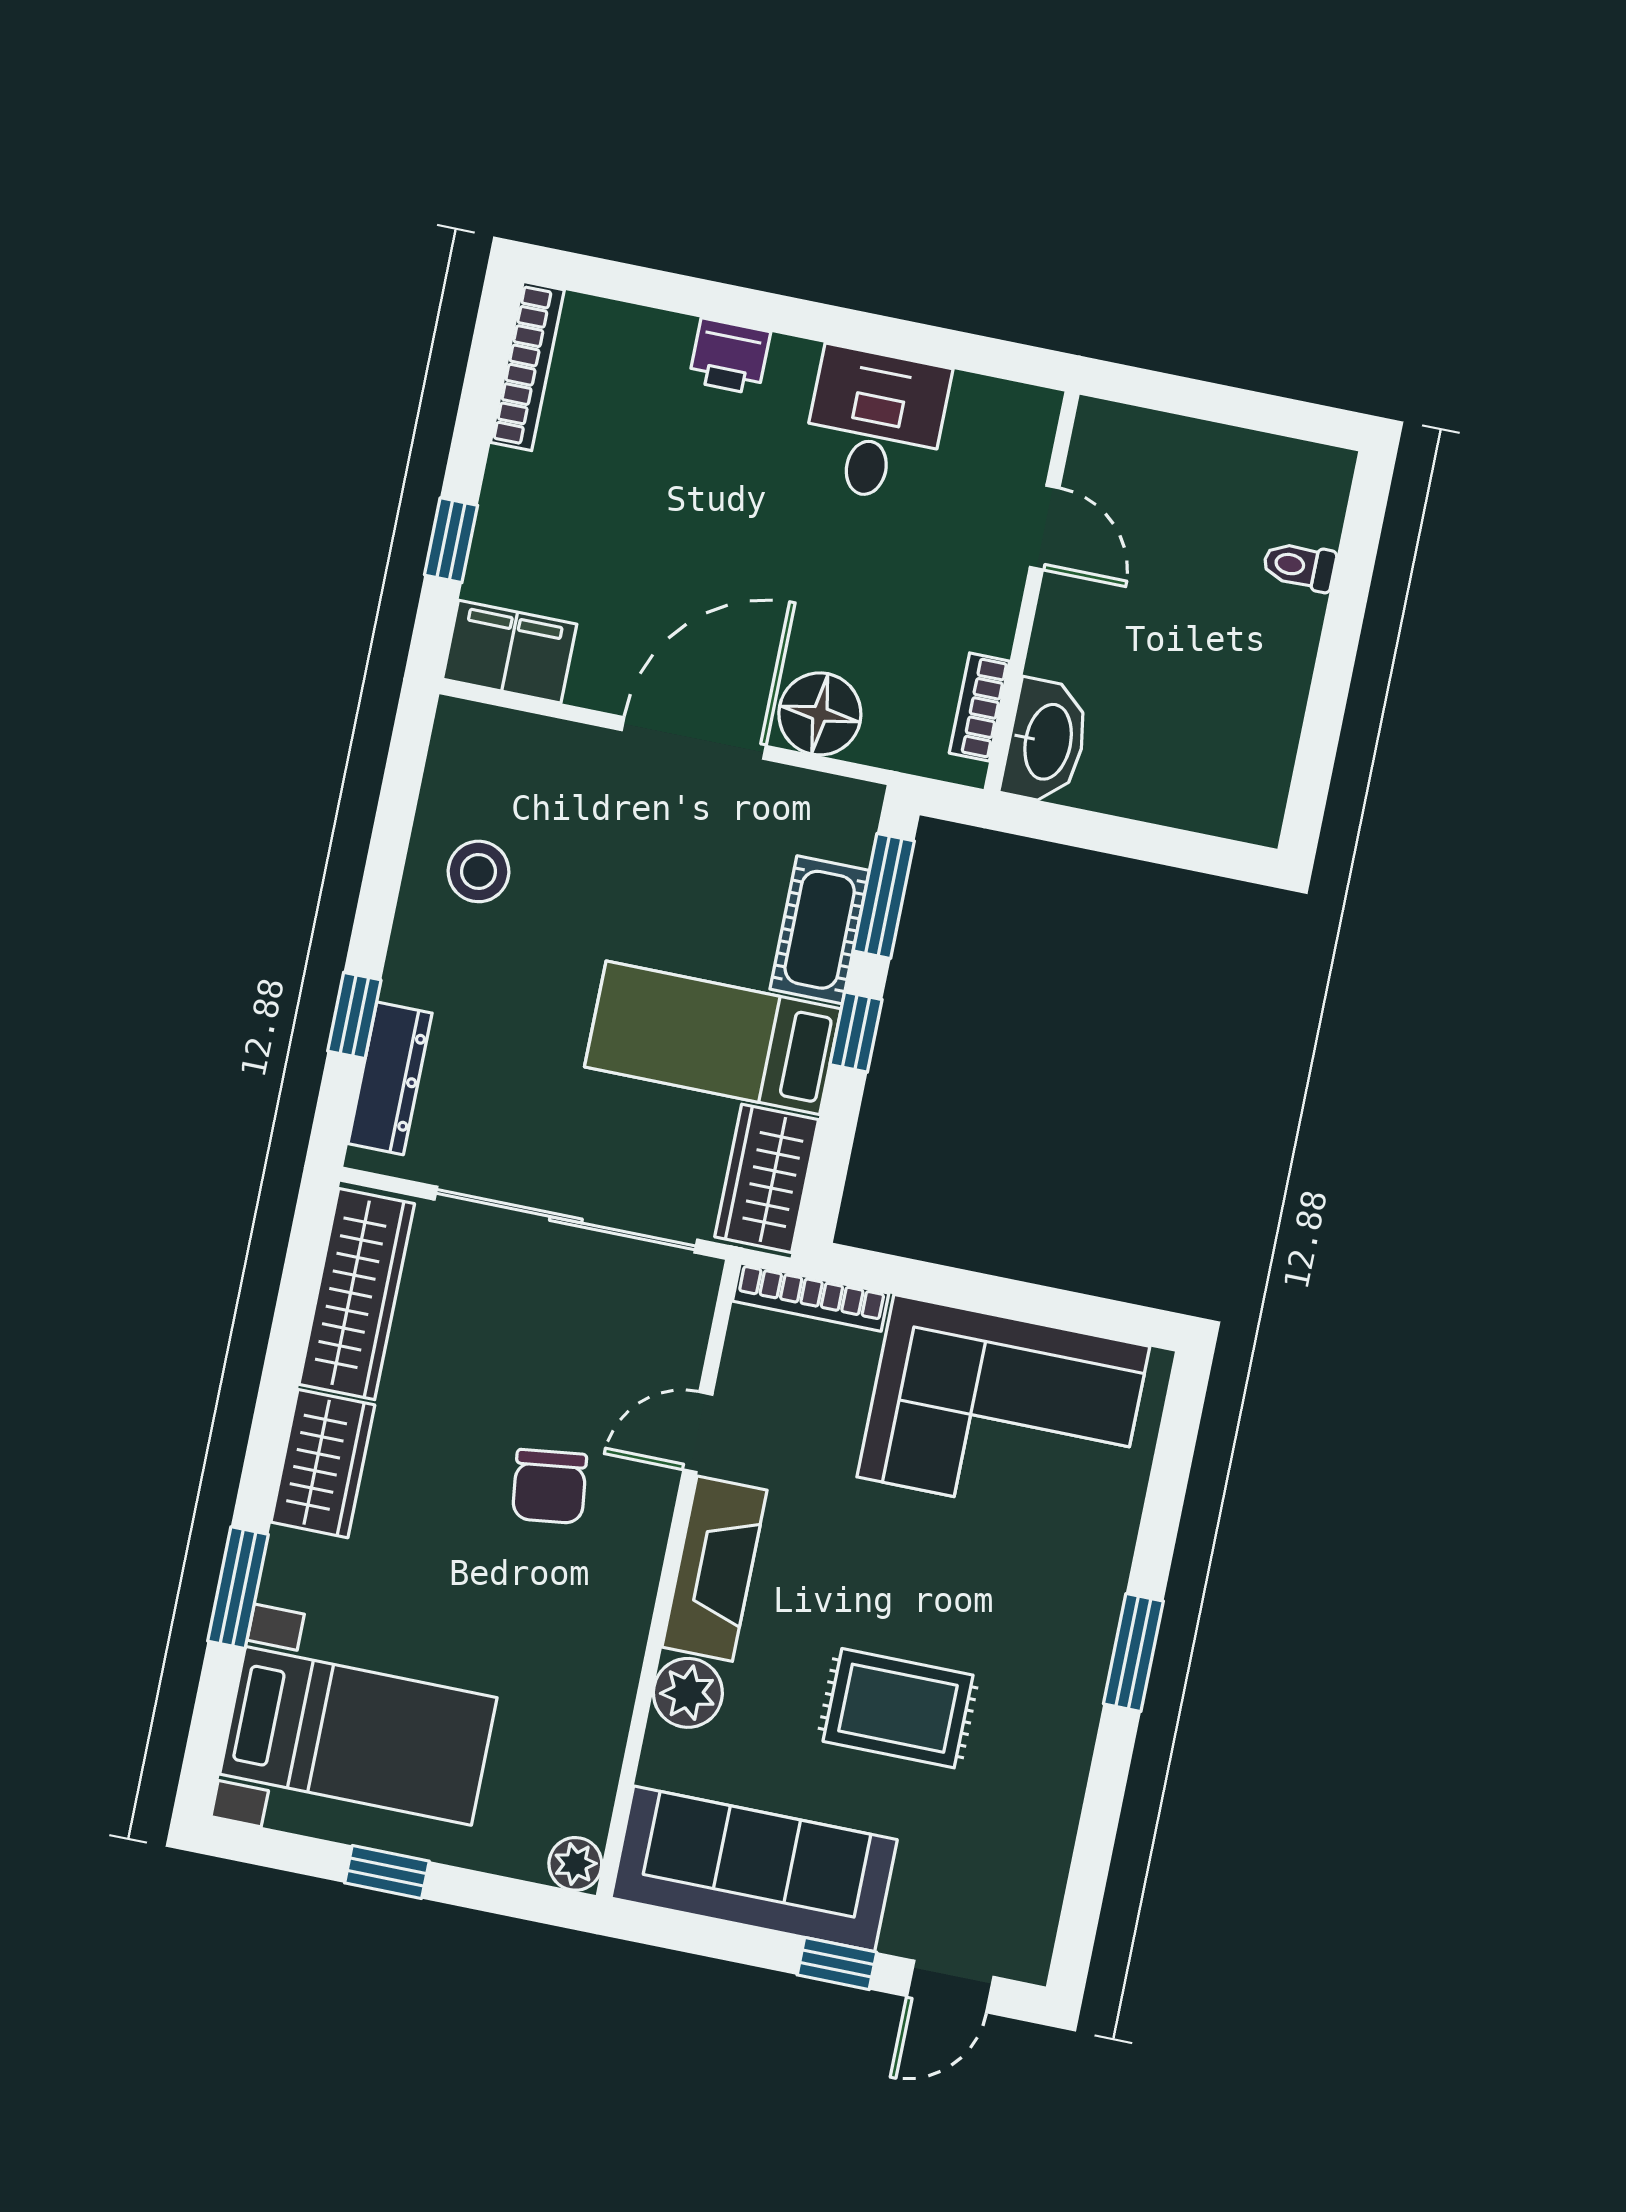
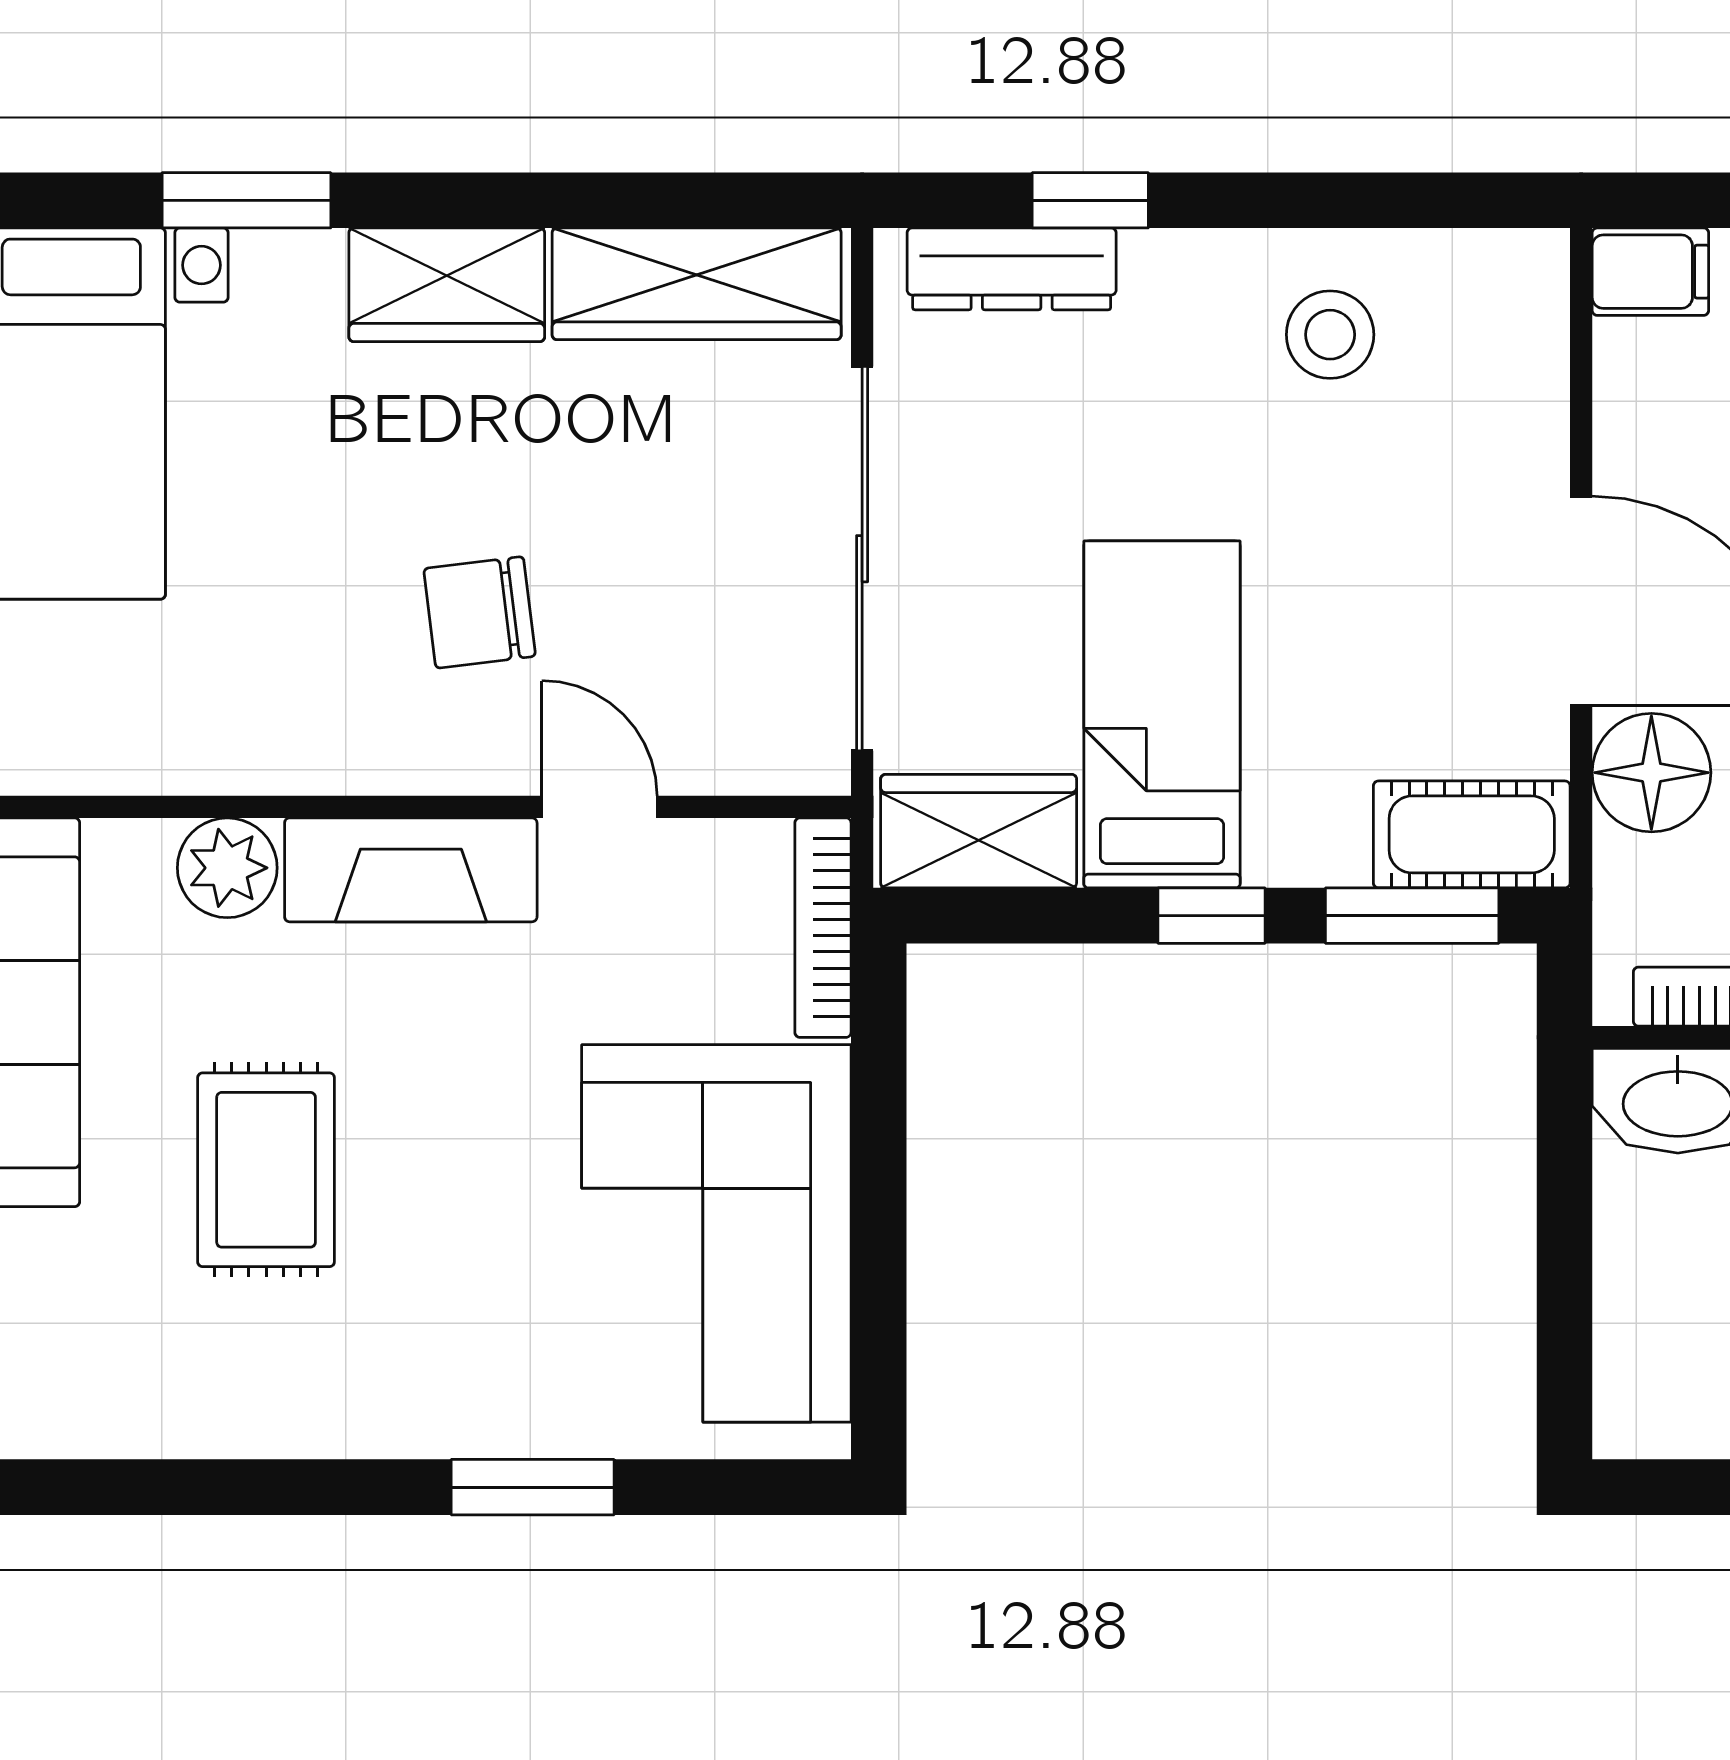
filing cabinet: (510, 652) -> (1650, 272), width x0.50
cot: (820, 930) -> (1472, 834), moved
window: (1133, 1653) -> (533, 1487), moved

